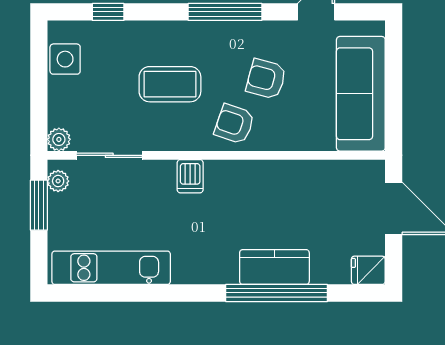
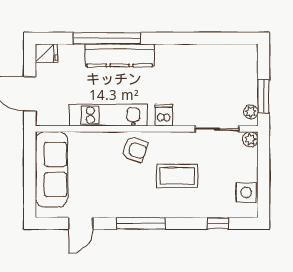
armchair: (266, 79) -> (114, 179), removed
kitchen counter: (274, 267) -> (120, 55), width x1.50
kitchen unit: (111, 268) -> (108, 115), moved, turned 180

